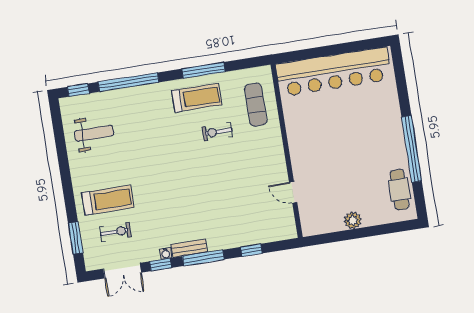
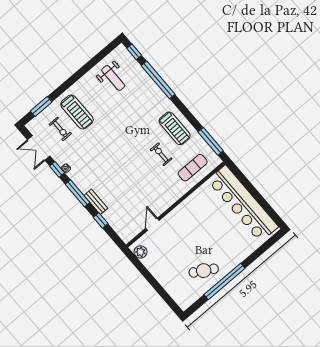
window: (203, 70) -> (211, 141), moved
cafe table: (399, 190) -> (204, 271), moved, turned 30
plant: (353, 220) -> (140, 252), moved
bench: (189, 248) -> (96, 202), moved

